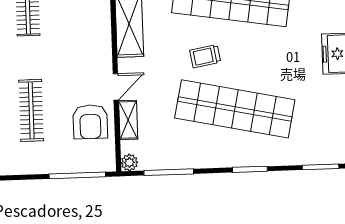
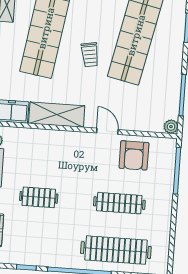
shelving: (128, 120) -> (136, 124), removed
armchair: (90, 122) -> (134, 155), turned 90

